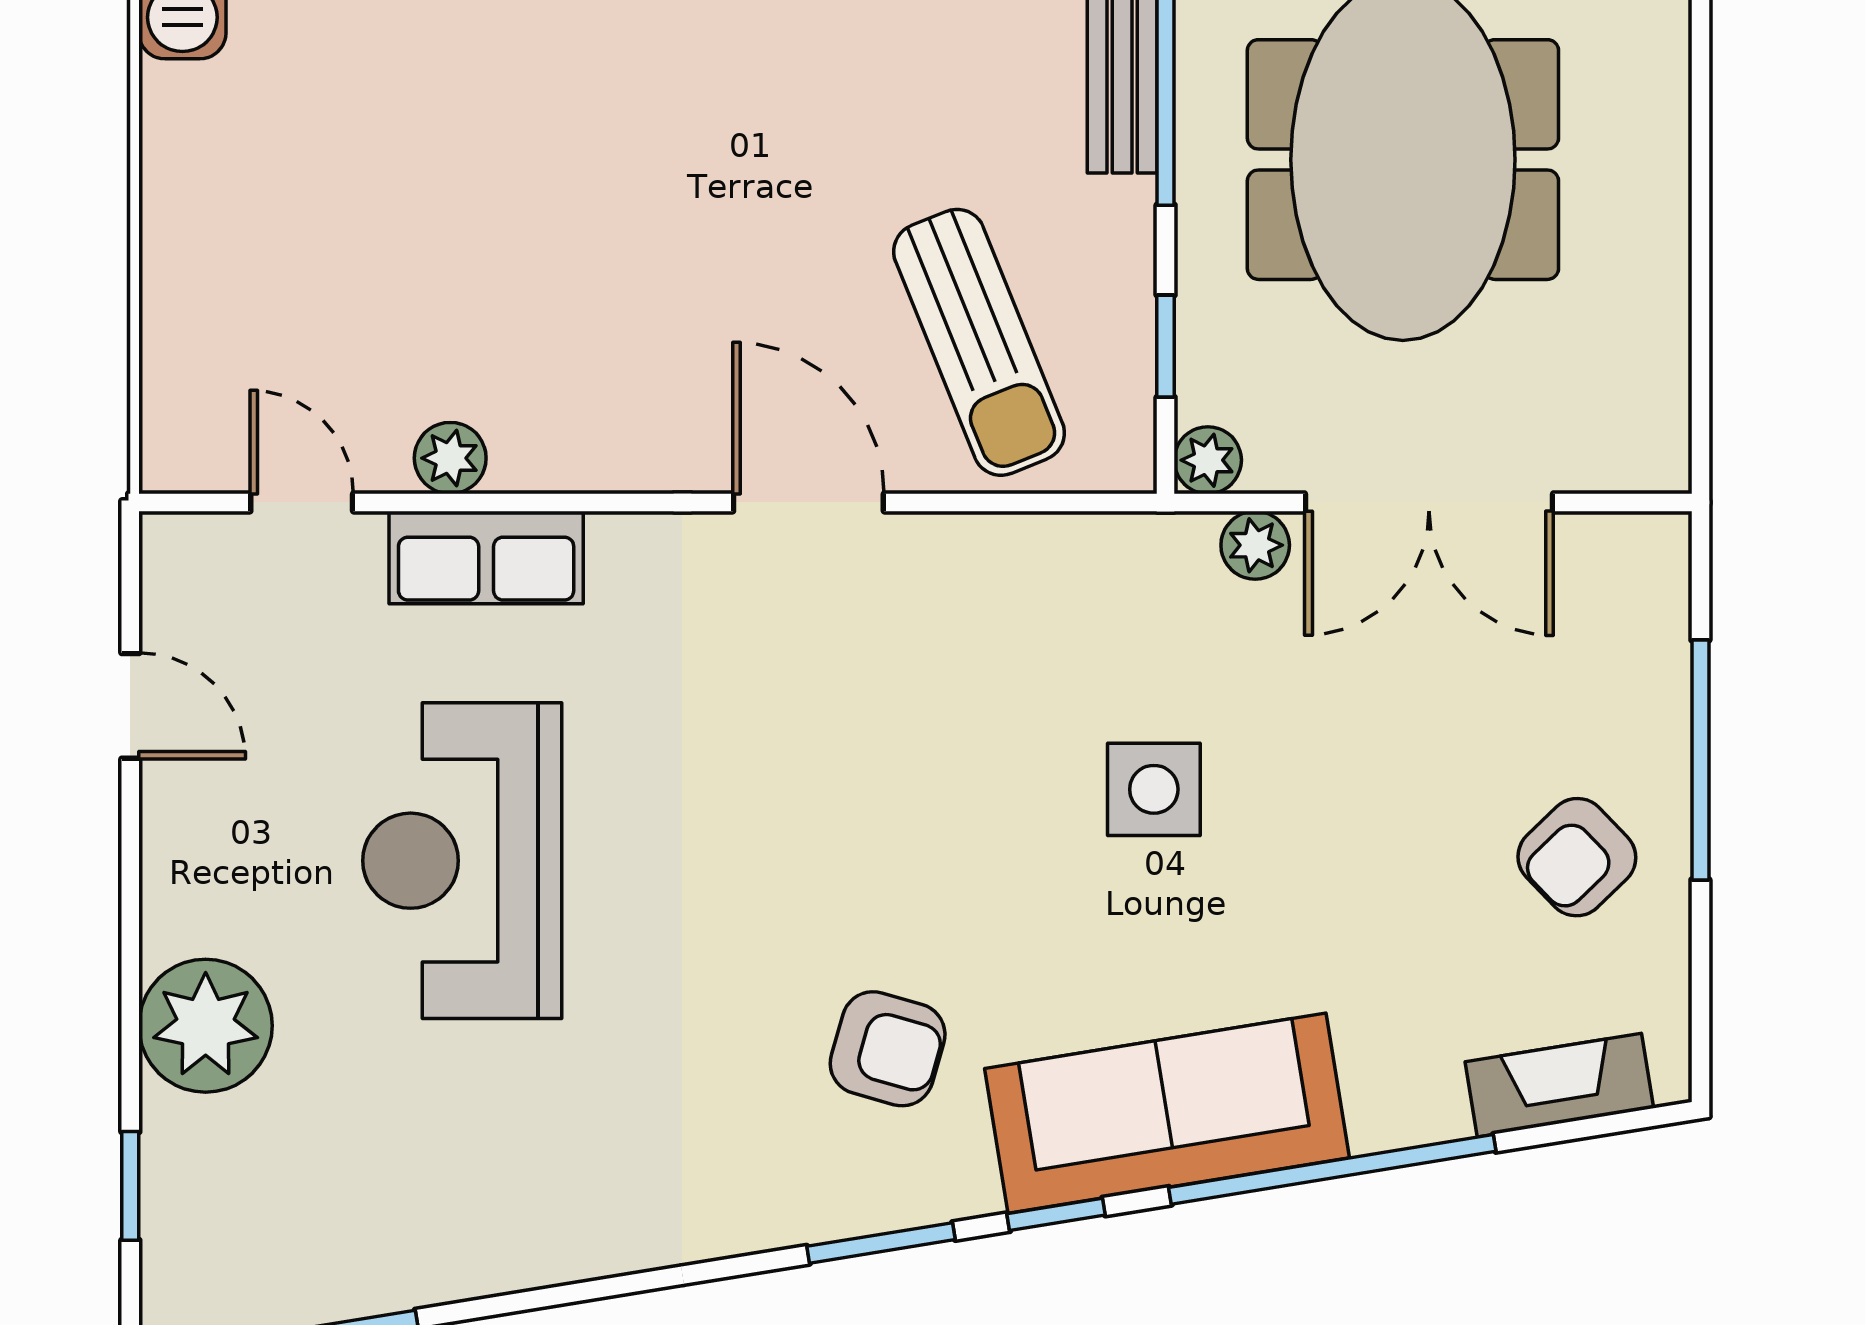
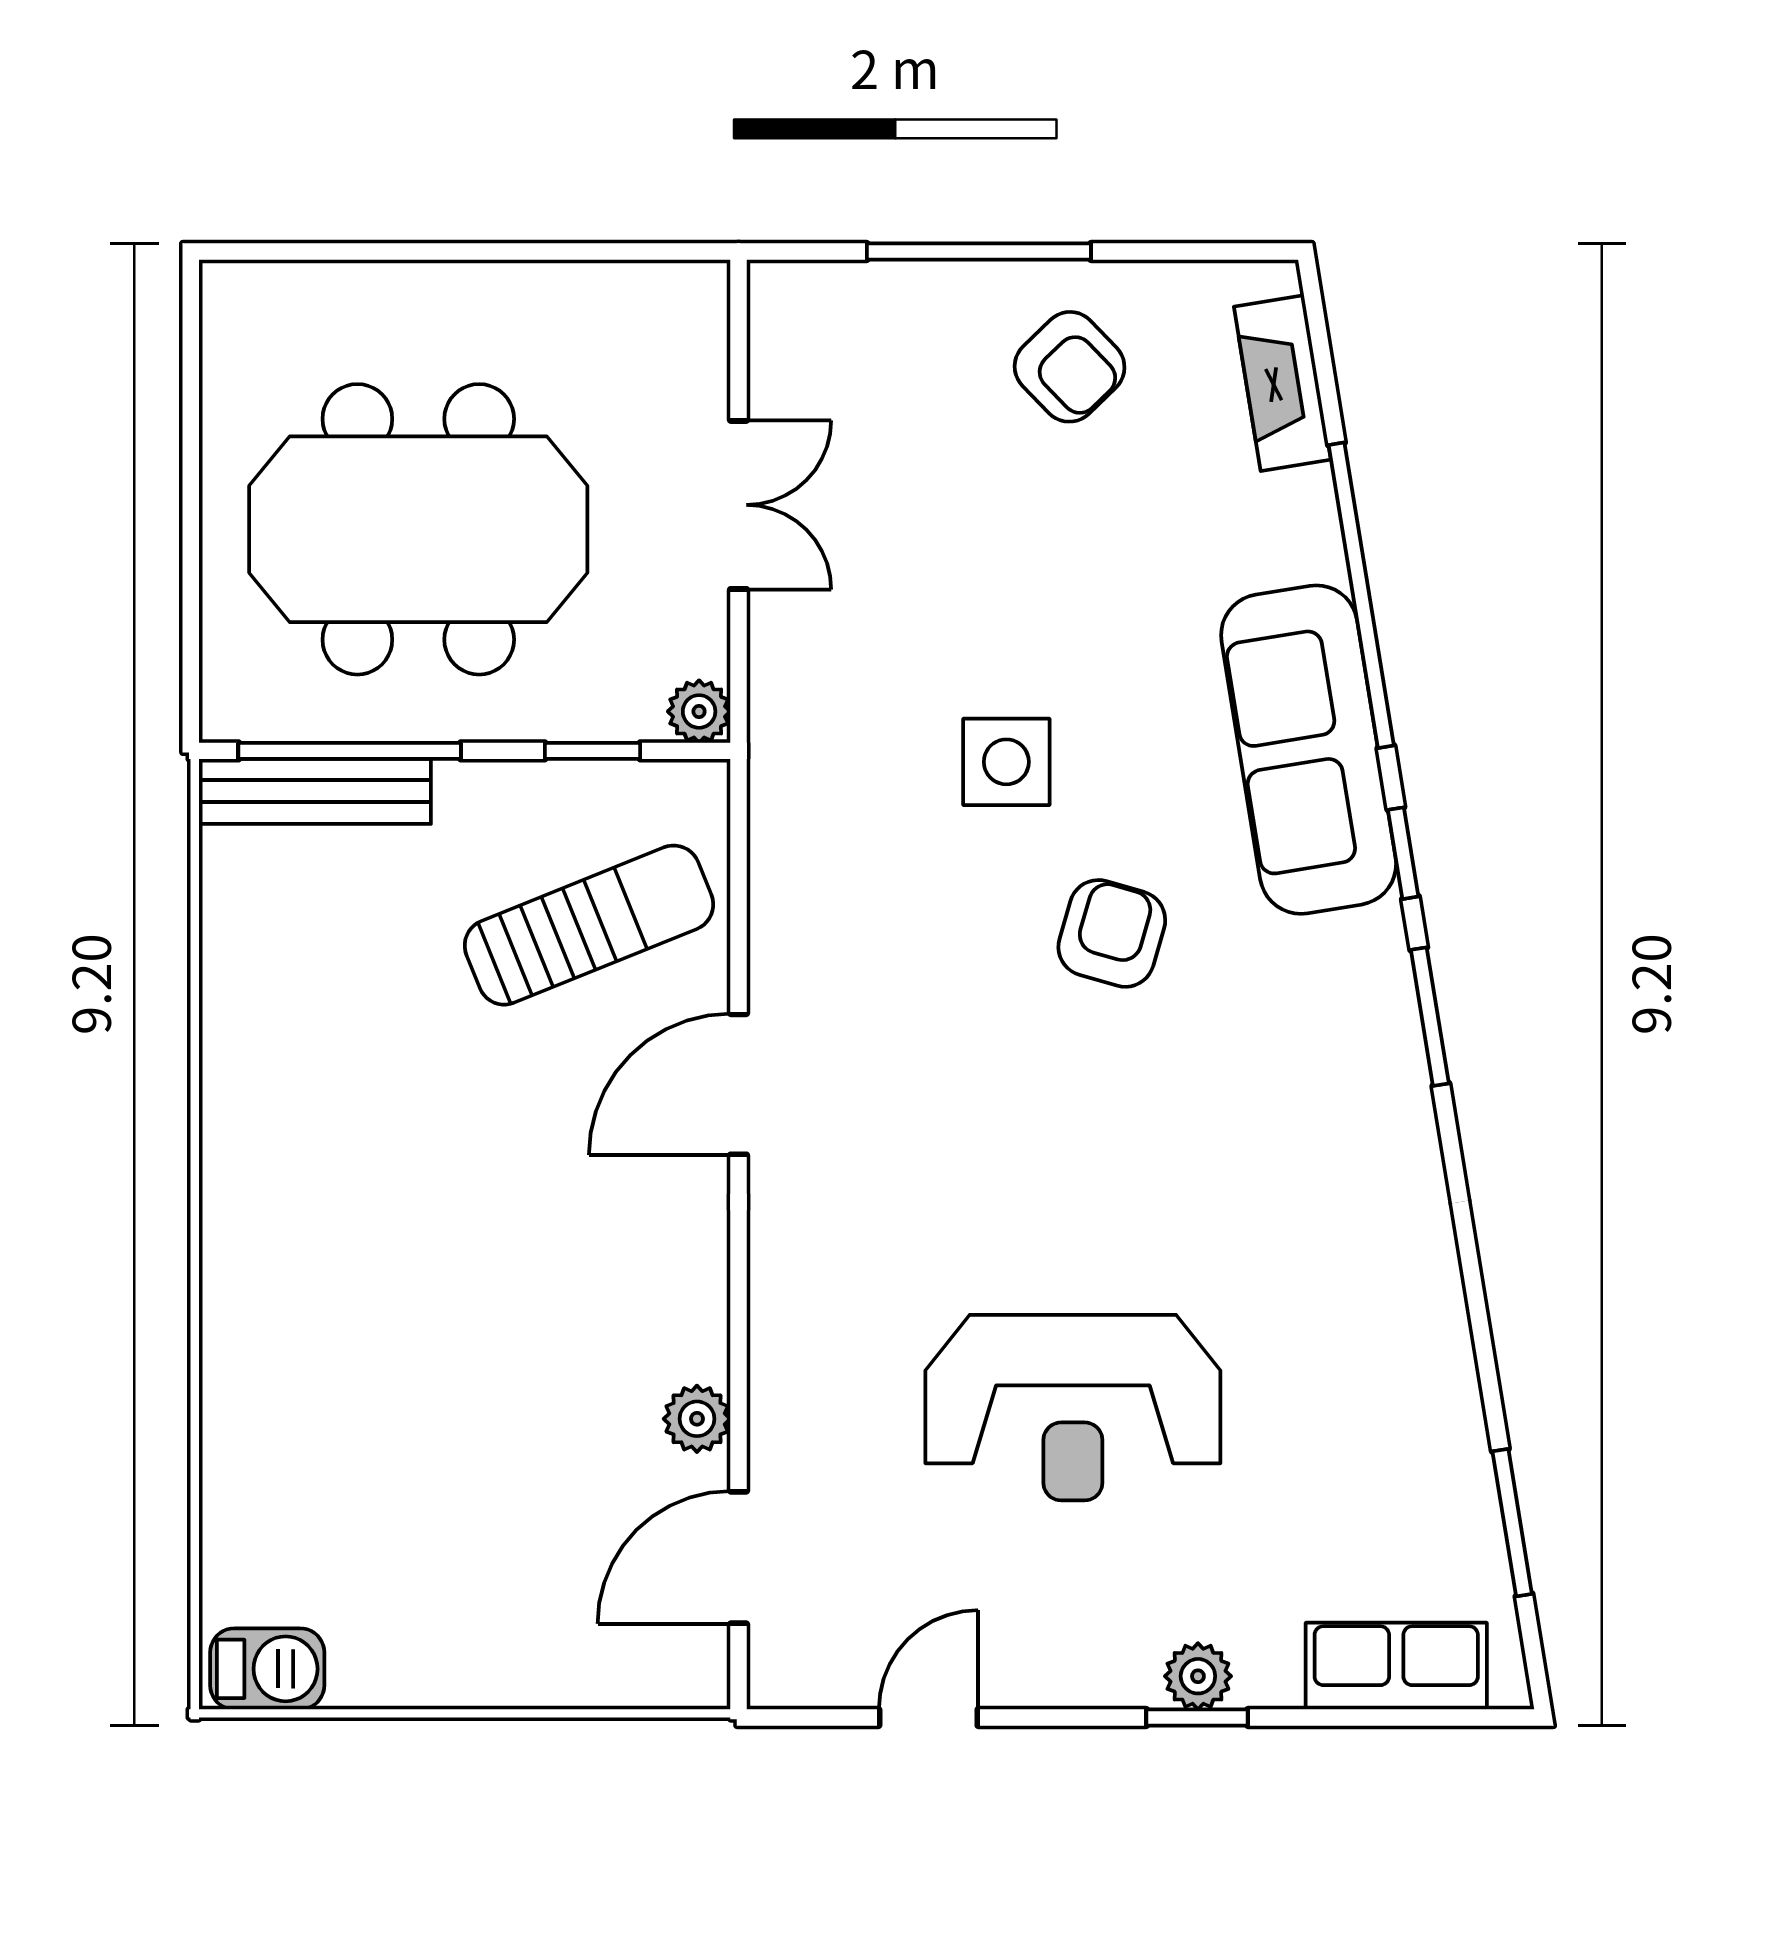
door: (302, 502) -> (738, 1557), width x1.38
double door: (1429, 502) -> (738, 505), width x0.73
plant: (1255, 545) -> (778, 667), removed
row of seats: (486, 557) -> (1396, 1666), moved, turned -90
plant: (206, 1026) -> (1198, 1676), width x0.53, depth x0.53
armchair: (888, 1049) -> (1112, 933), moved
window: (130, 1186) -> (1197, 1717), moved

